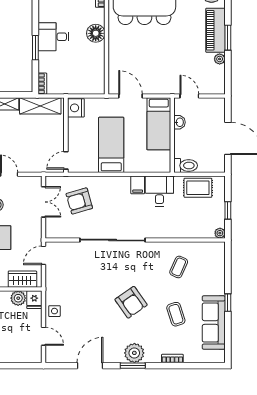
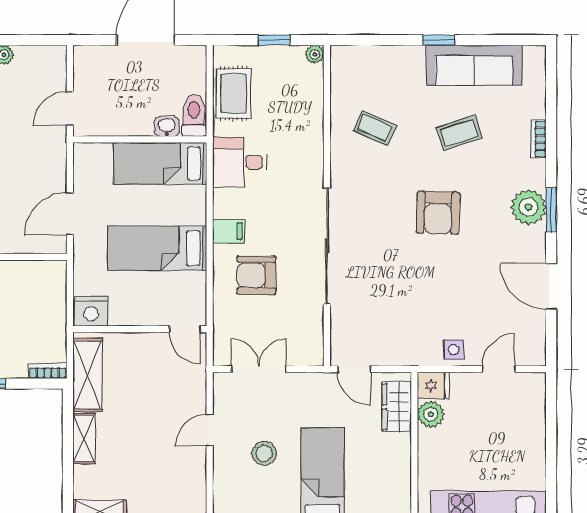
washbasin: (179, 122) -> (167, 126), moved
bed: (159, 124) -> (160, 163), moved, turned 180
filing cabinet: (138, 185) -> (229, 231), moved
armchair: (79, 201) -> (256, 275), moved, turned 106
armchair: (131, 302) -> (438, 213), turned 127

